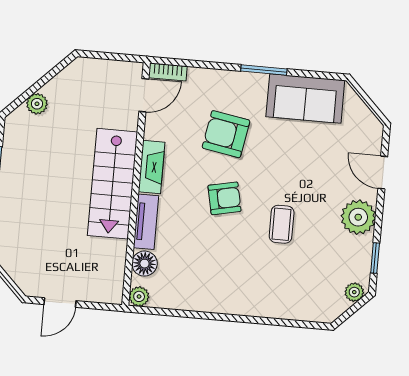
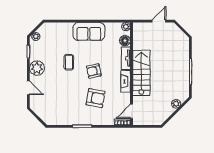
sofa: (305, 98) -> (89, 31), moved, turned 180

